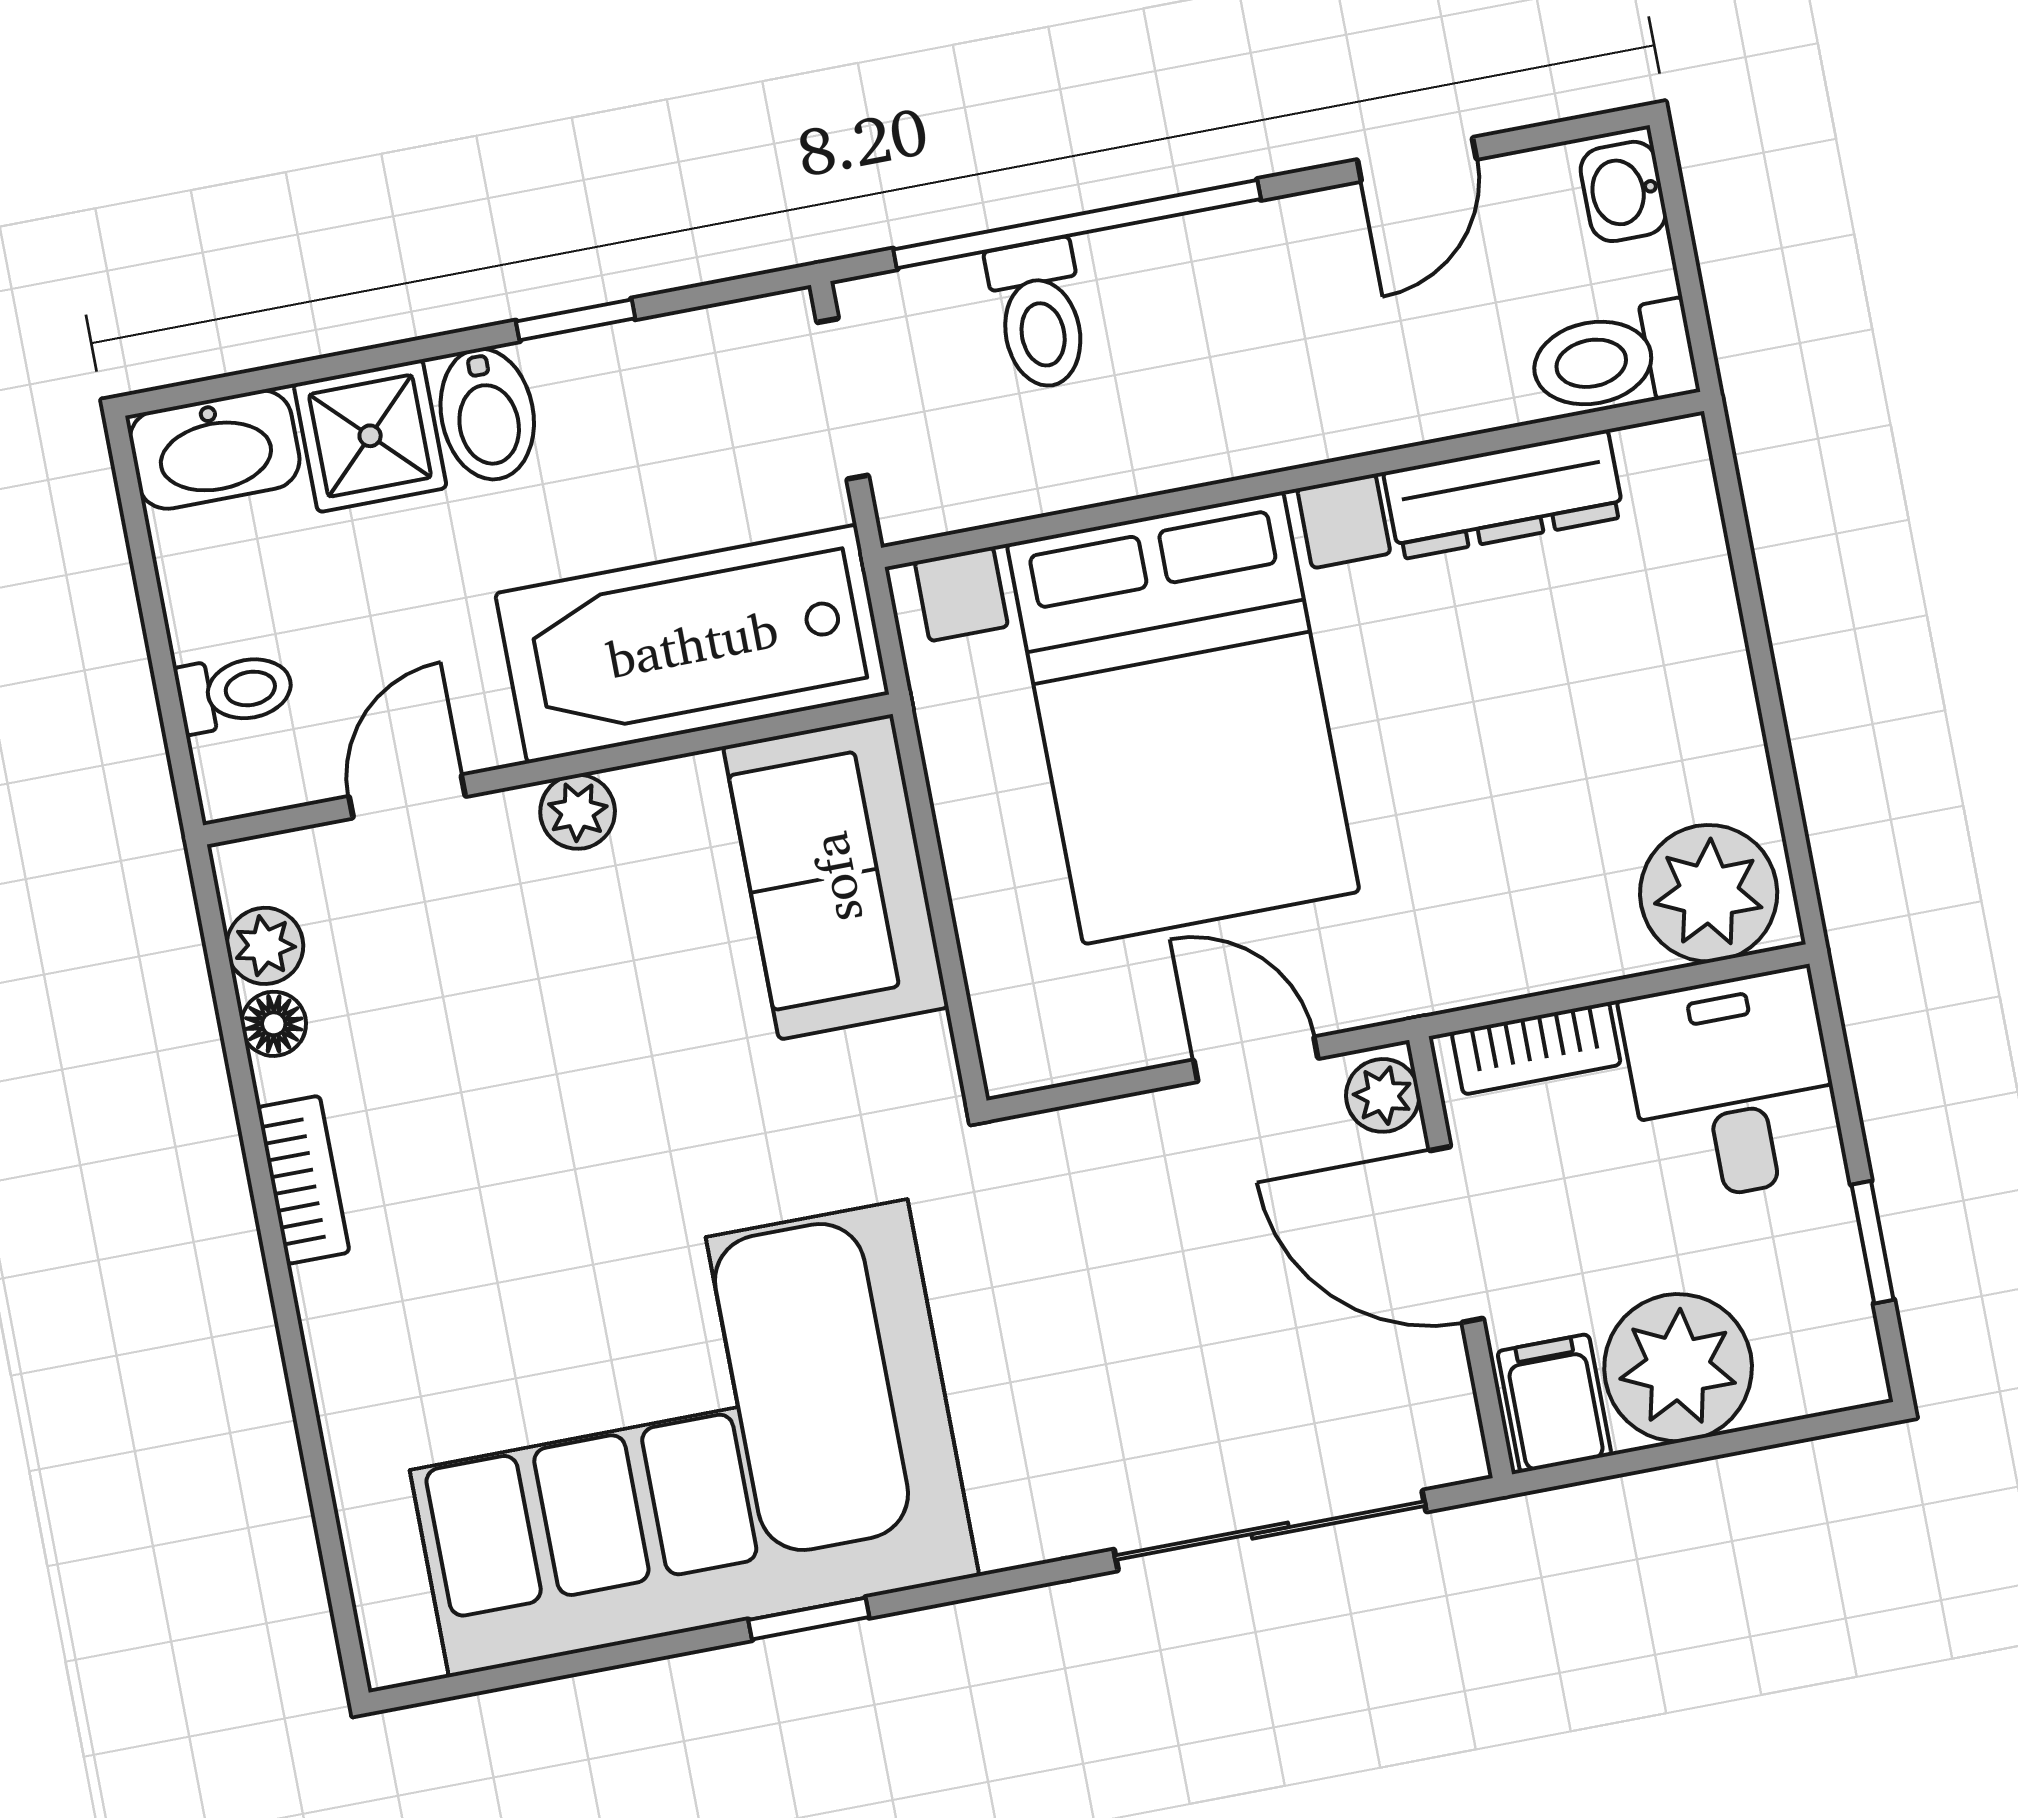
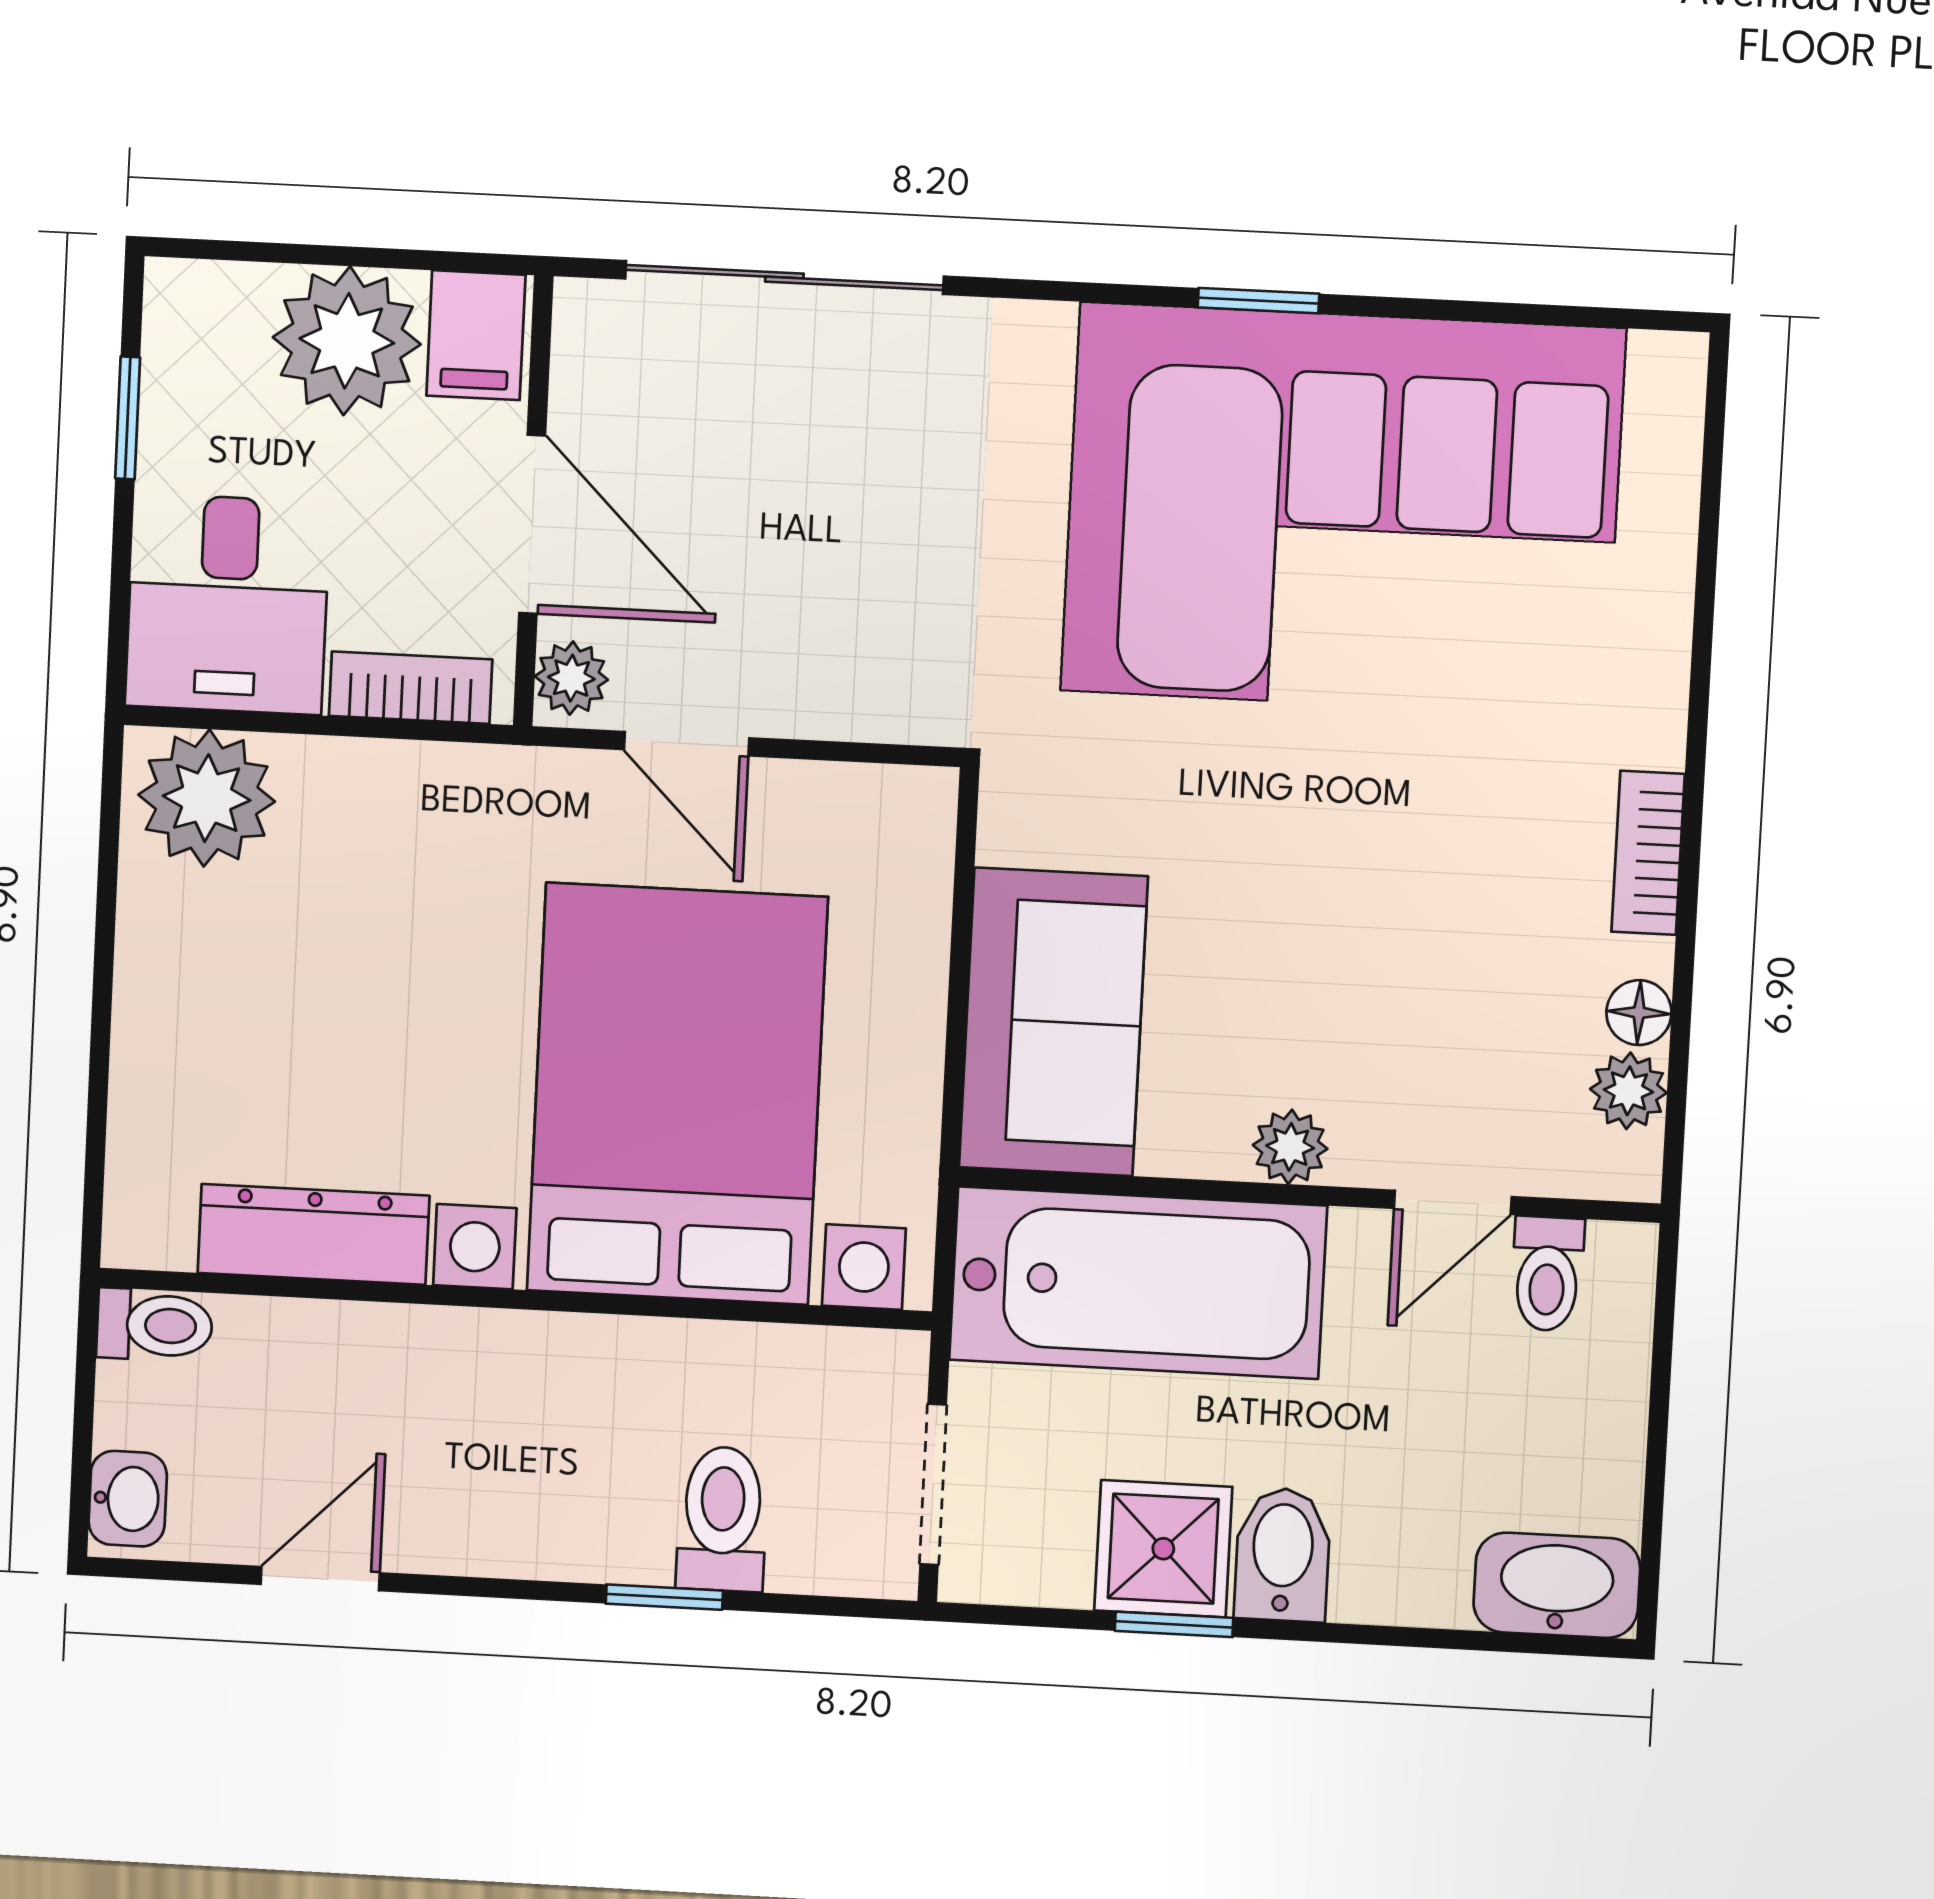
window: (1077, 224) -> (664, 1597), width x0.32
toilet: (1613, 359) -> (155, 1325), width x0.73, depth x0.72
shower: (370, 436) -> (1163, 1549), moved
toilet: (235, 691) -> (1547, 1274), moved, turned -90

